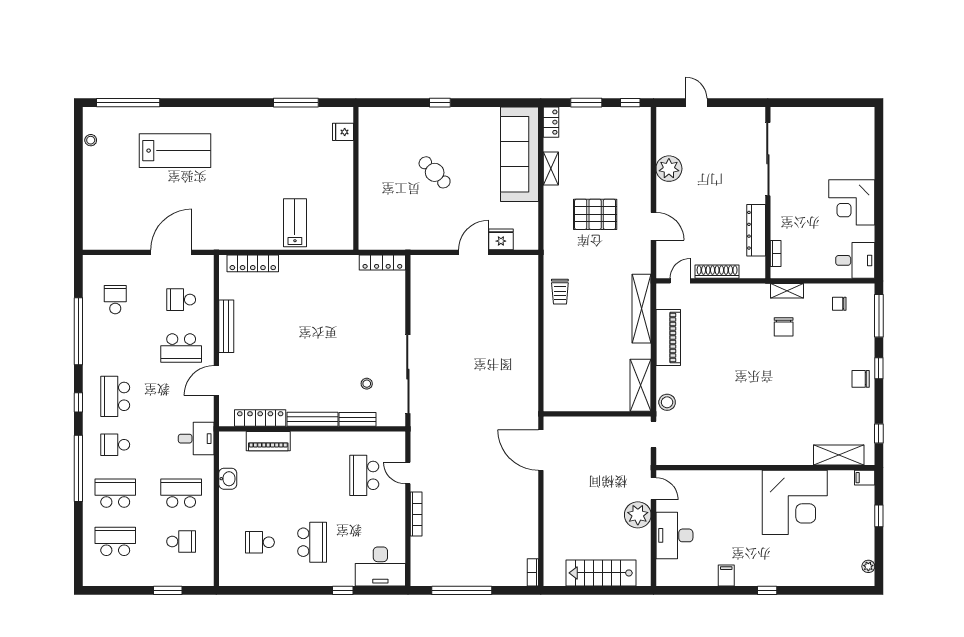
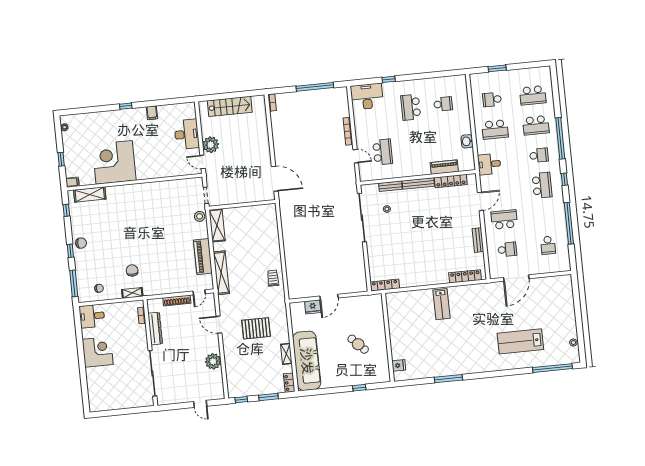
fridge: (343, 132) -> (399, 365), moved
wall: (356, 178) -> (388, 337), moved
bench: (226, 326) -> (478, 240), width x0.73

